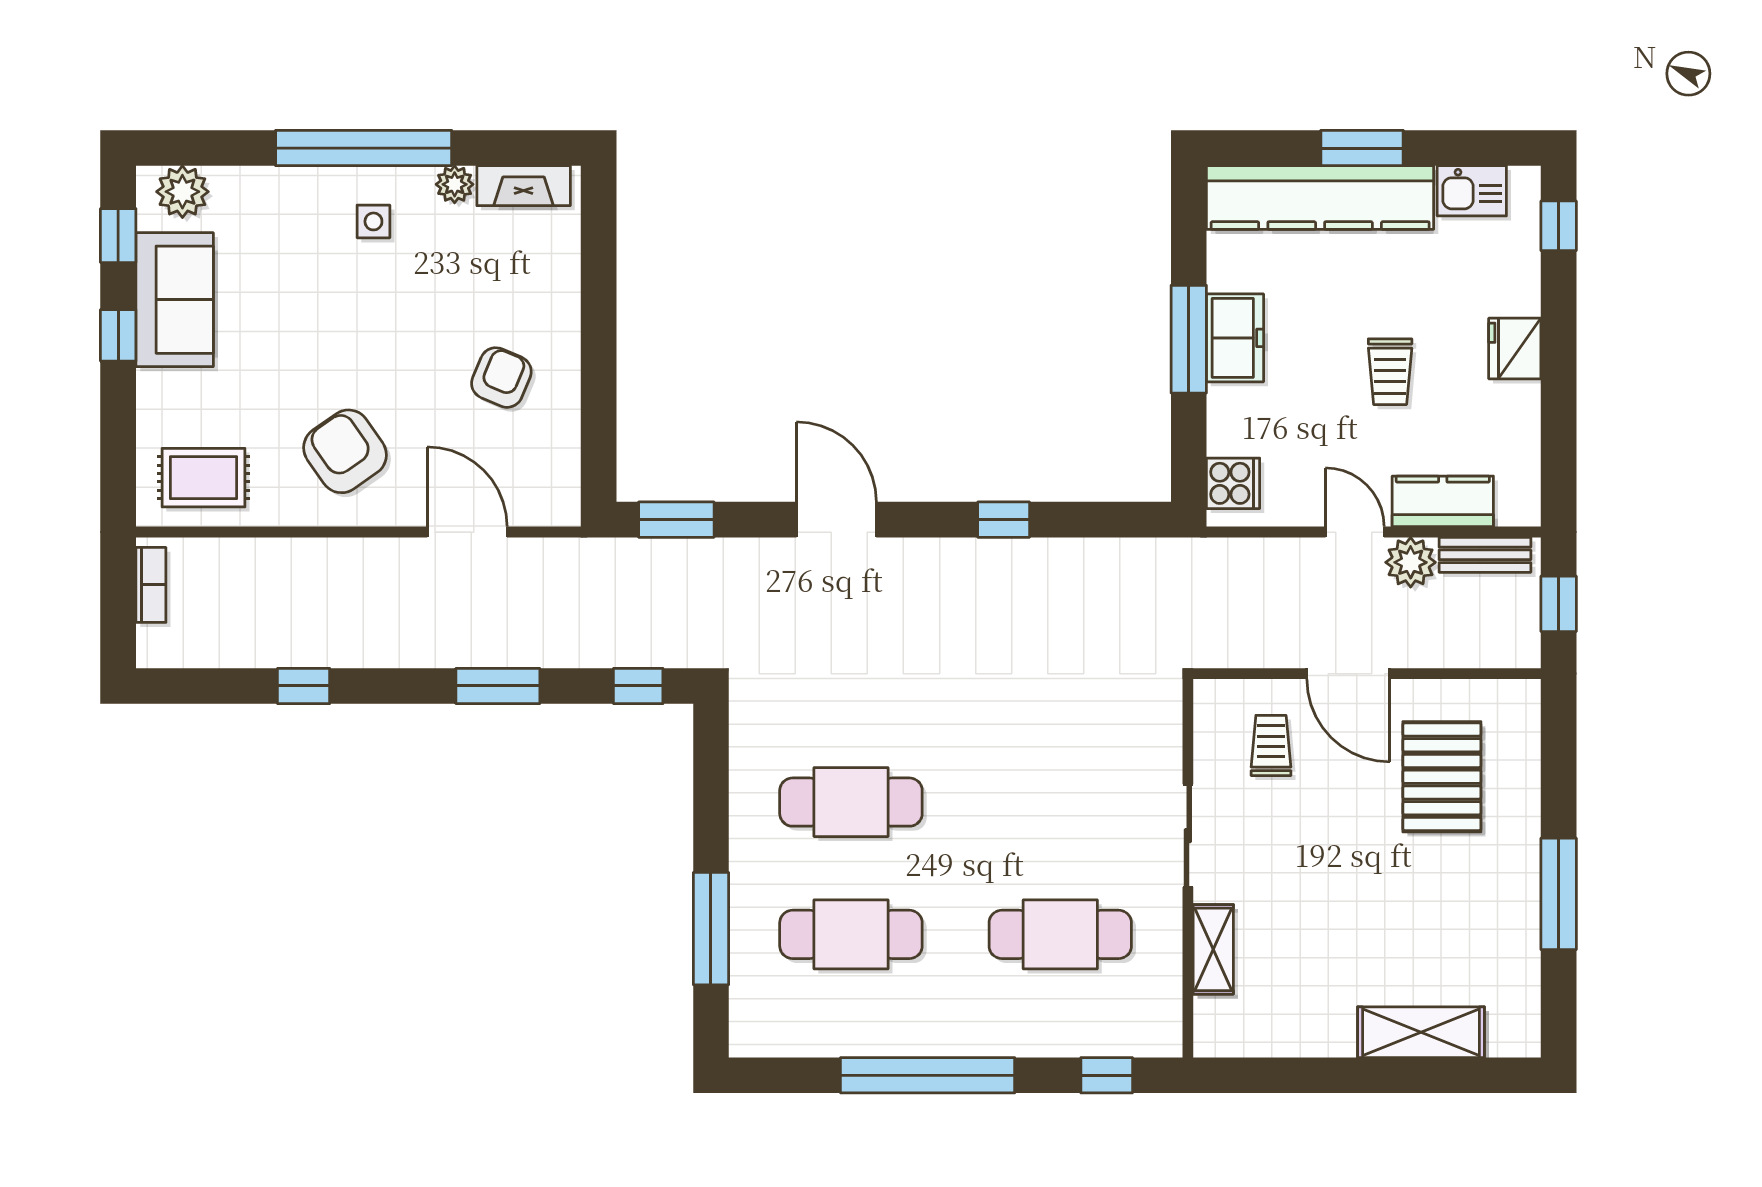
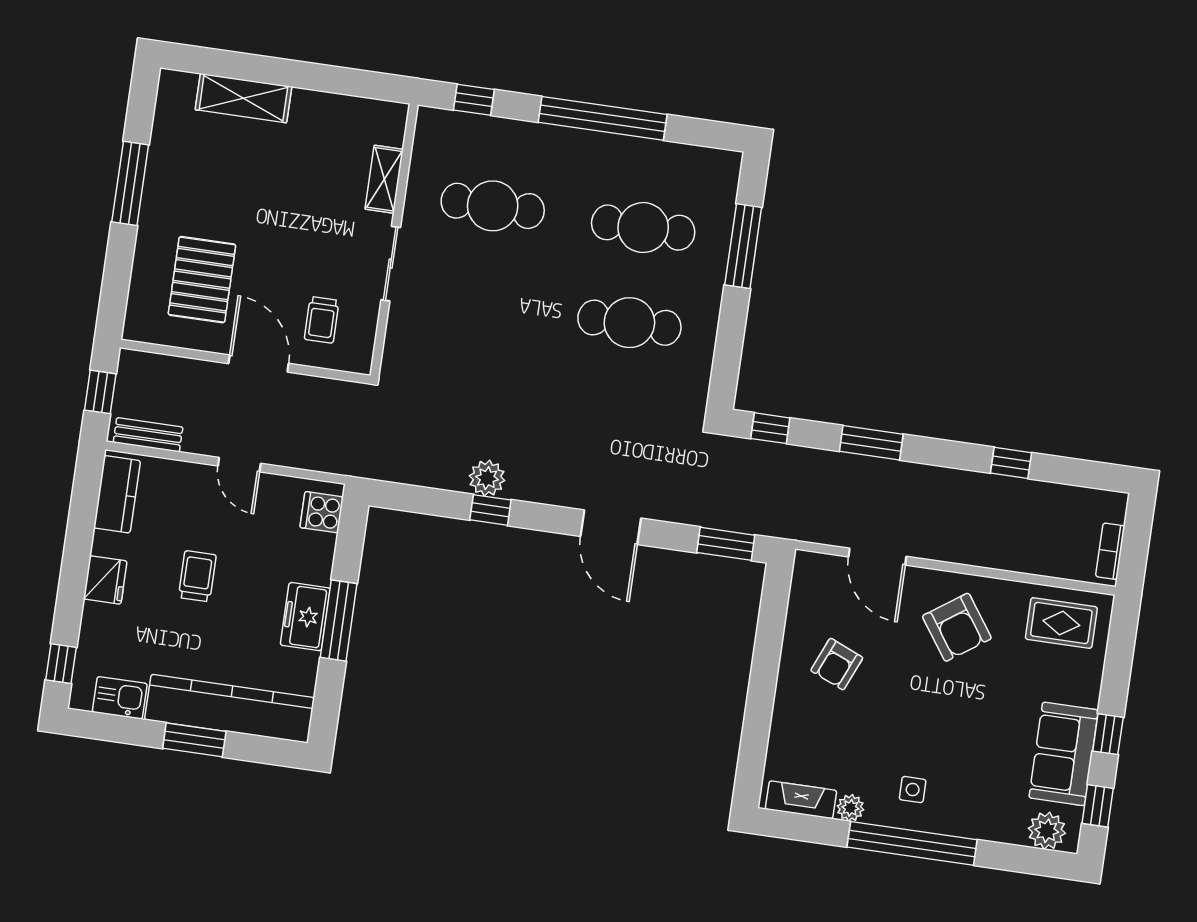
kitchen counter: (1443, 501) -> (117, 494), moved, turned -90
plant: (1411, 562) -> (487, 478), moved

